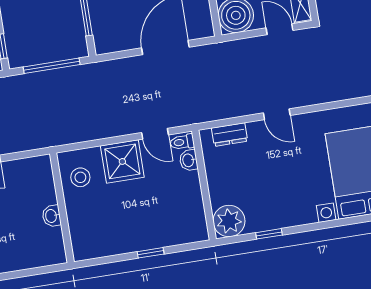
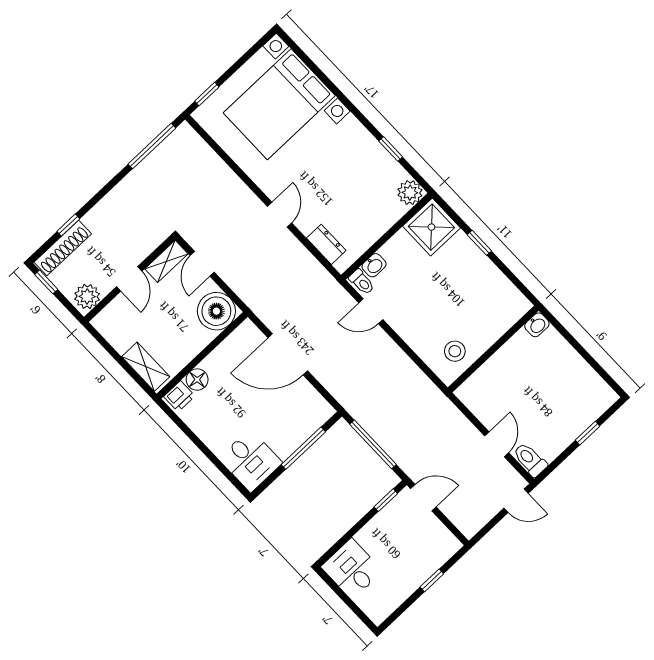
door: (155, 134) -> (371, 311), swing flipped
shower: (122, 161) -> (431, 227), moved
washbasin: (51, 216) -> (537, 325), moved
plant: (229, 221) -> (410, 193), width x0.73, depth x0.73

